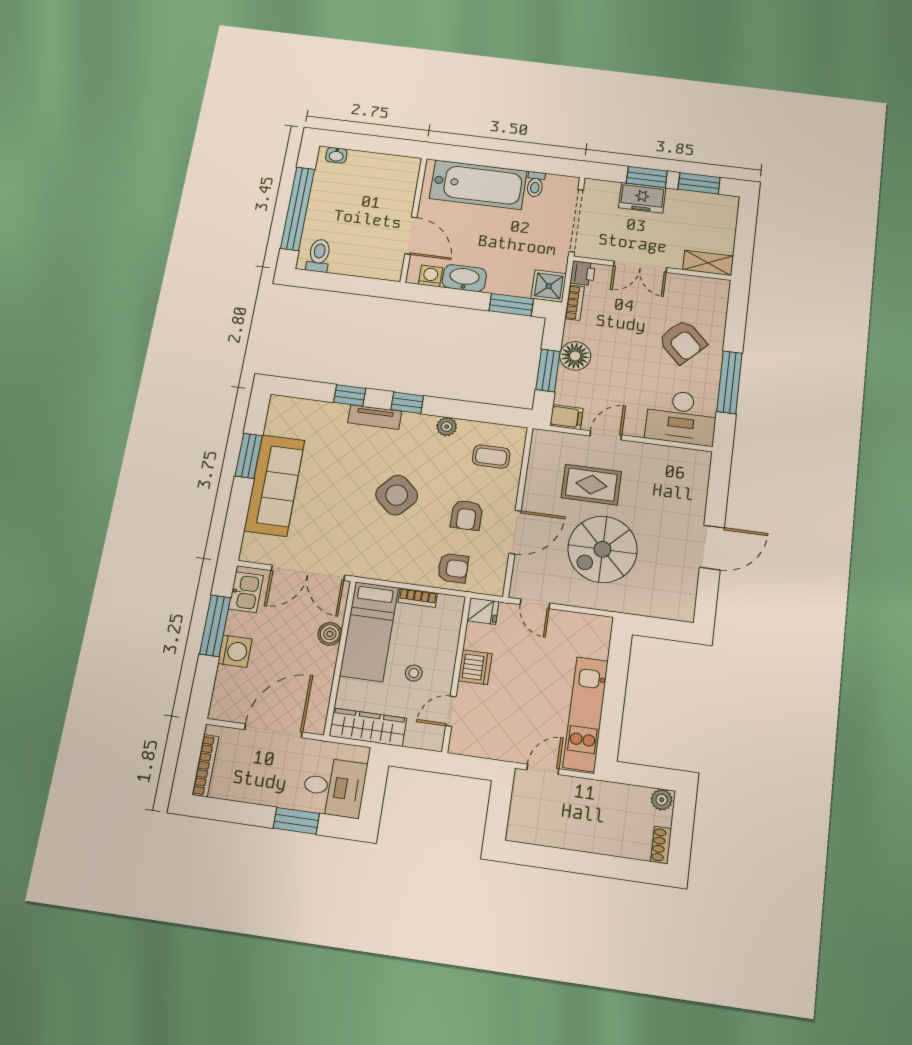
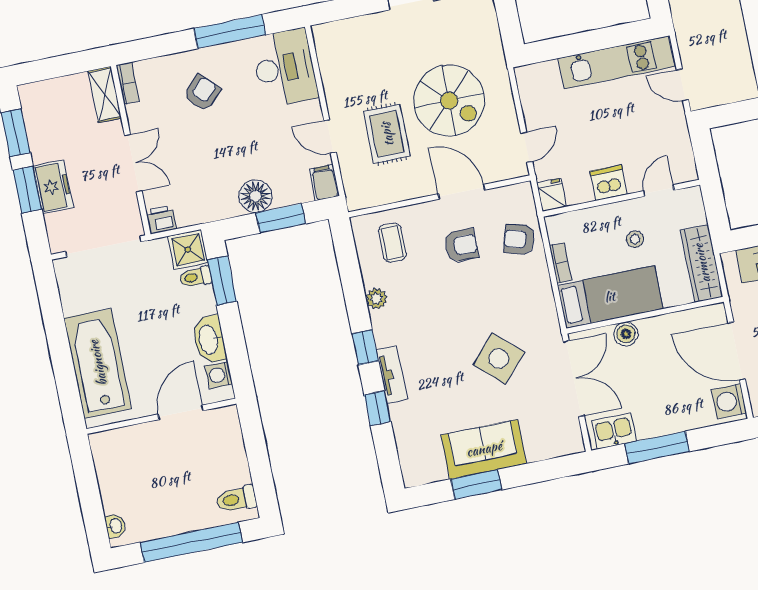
toilet: (535, 184) -> (195, 277), moved, turned 180
bookcase: (575, 303) -> (128, 83), moved, turned 90
armchair: (682, 342) -> (202, 93), width x0.72, depth x0.72
sofa: (274, 485) -> (484, 449), width x0.73
side table: (397, 495) -> (499, 358), moved
armchair: (453, 568) -> (519, 239), turned -74
washing machine: (235, 651) -> (729, 401), moved, turned -90
door: (451, 711) -> (659, 191), swing flipped

